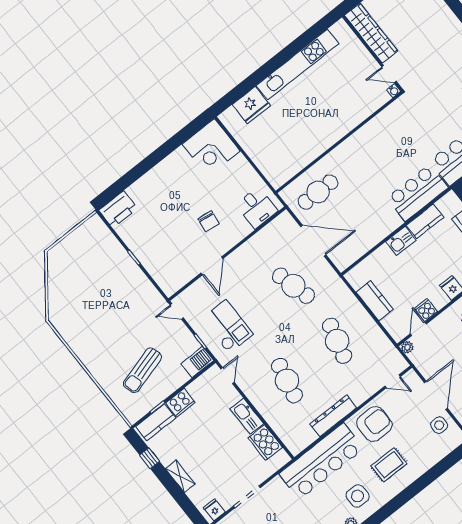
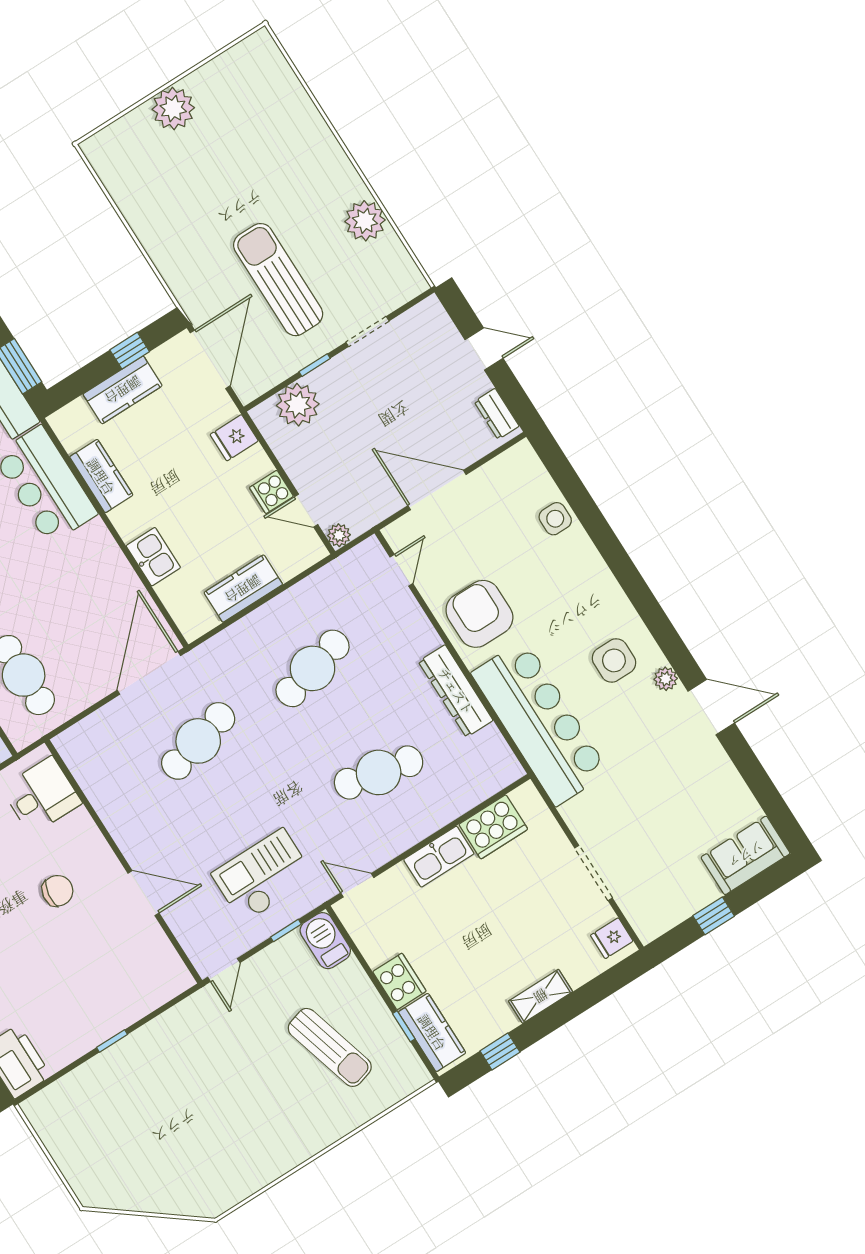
door: (313, 241) -> (149, 673), moved
kitchen sink: (401, 241) -> (153, 557), moved
cafe table: (337, 341) -> (312, 668), turned -30
side table: (439, 425) -> (555, 519), moved
rug: (389, 465) -> (561, 594), removed

